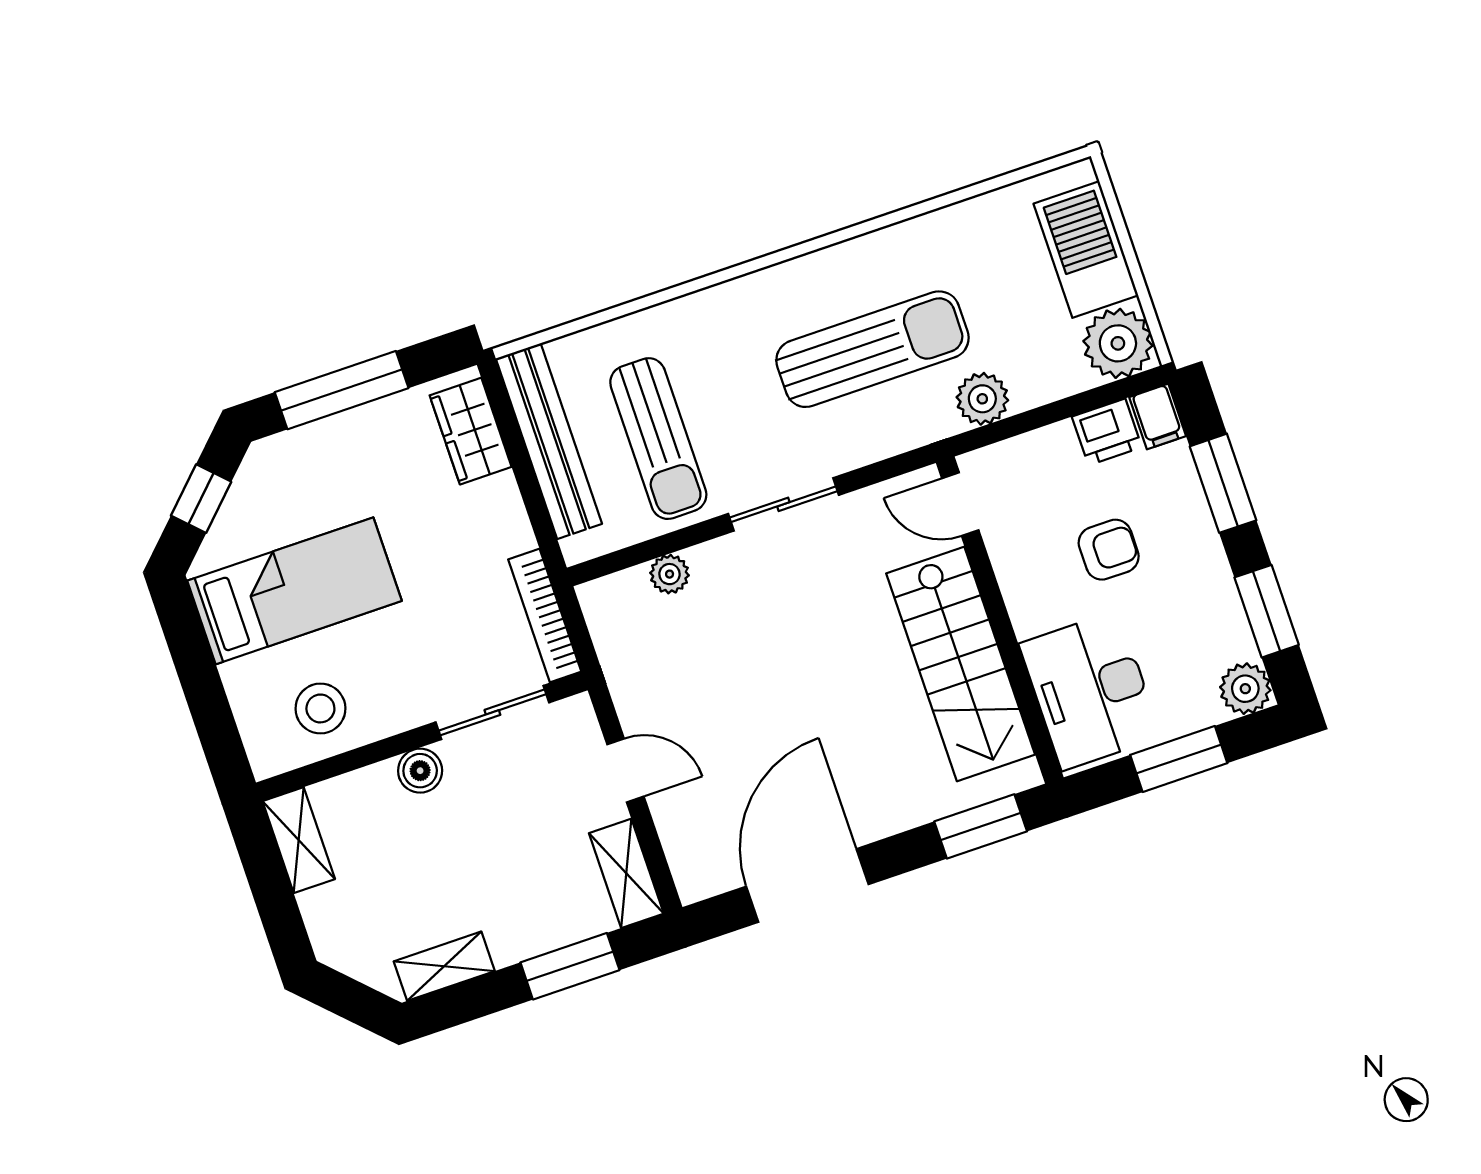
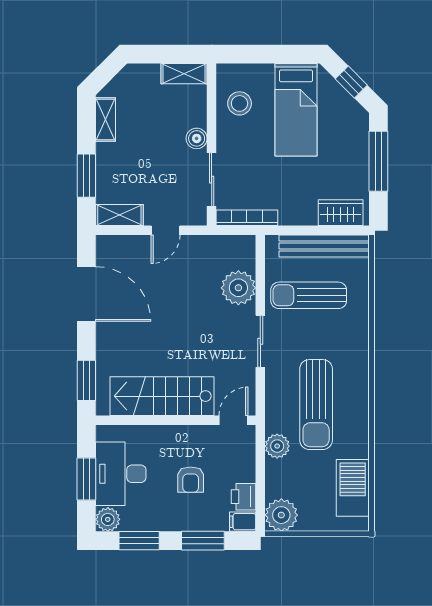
barbecue: (1086, 250) -> (353, 488), moved, turned -90
plant: (670, 574) -> (238, 288), width x1.88, depth x1.88
desk: (1090, 690) -> (121, 474), moved, turned -90

